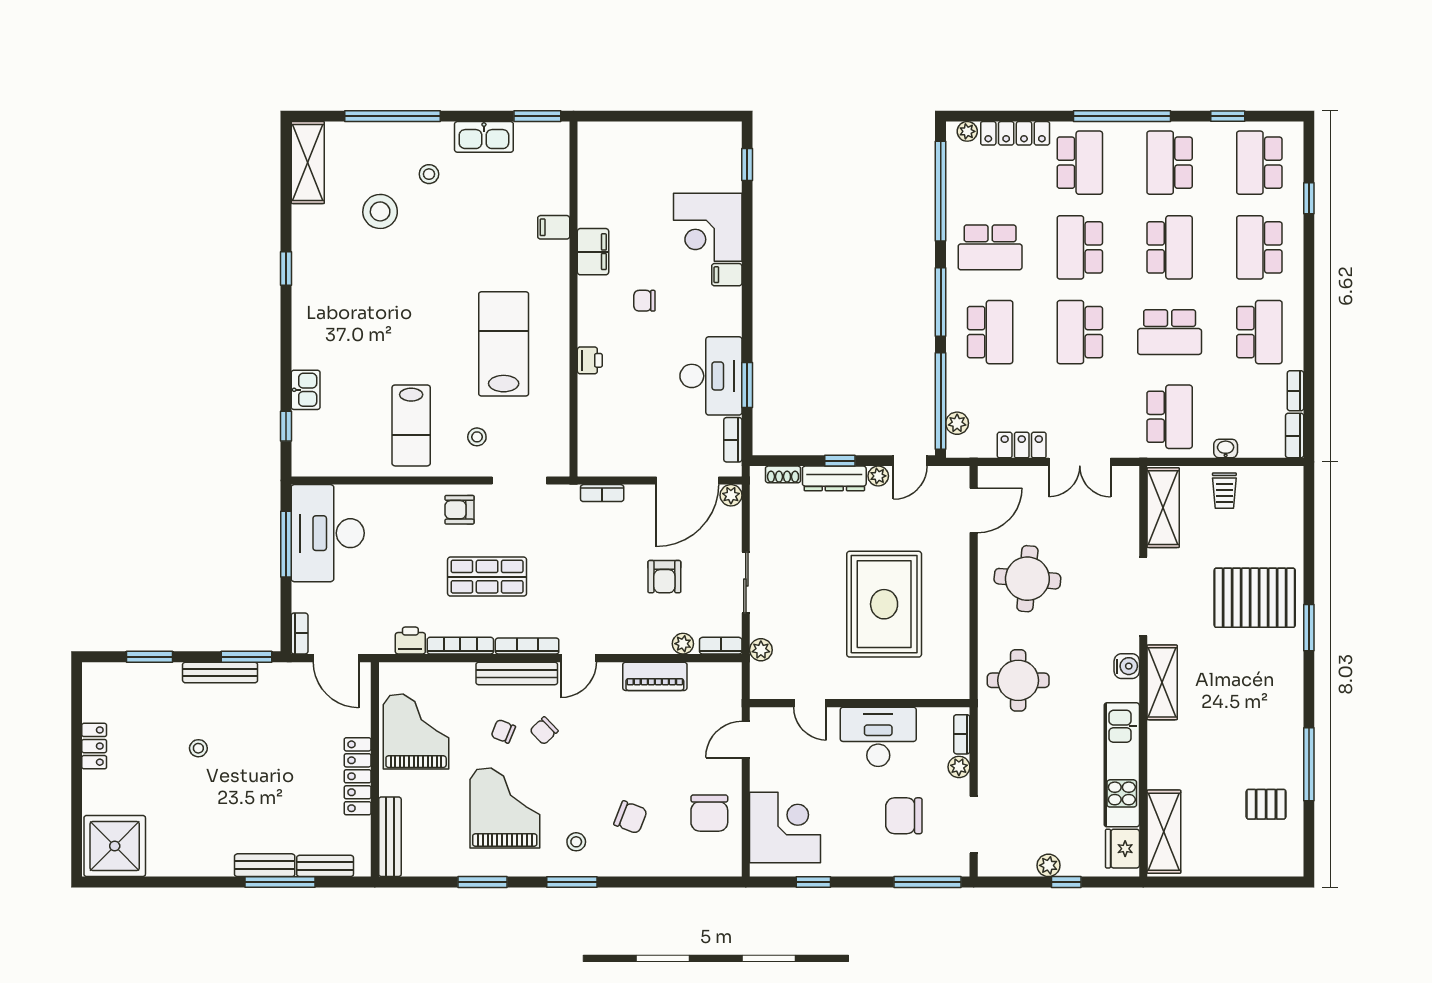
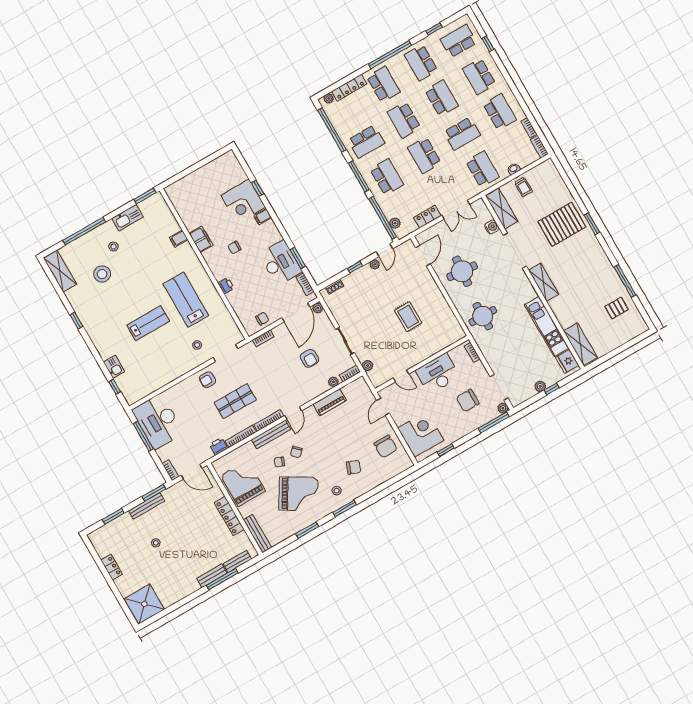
school desk: (1259, 163) -> (459, 41), turned 90
window: (747, 164) -> (258, 188), moved
lab bench: (411, 425) -> (148, 323), moved, turned -90
chair: (621, 457) -> (262, 319), added
dresser: (834, 478) -> (357, 276), removed
rug: (884, 604) -> (408, 317), width x0.54, depth x0.49
water cooler: (1127, 666) -> (492, 227), moved
plant: (959, 767) -> (503, 408), moved
grand piano: (505, 808) -> (299, 494), turned 121

